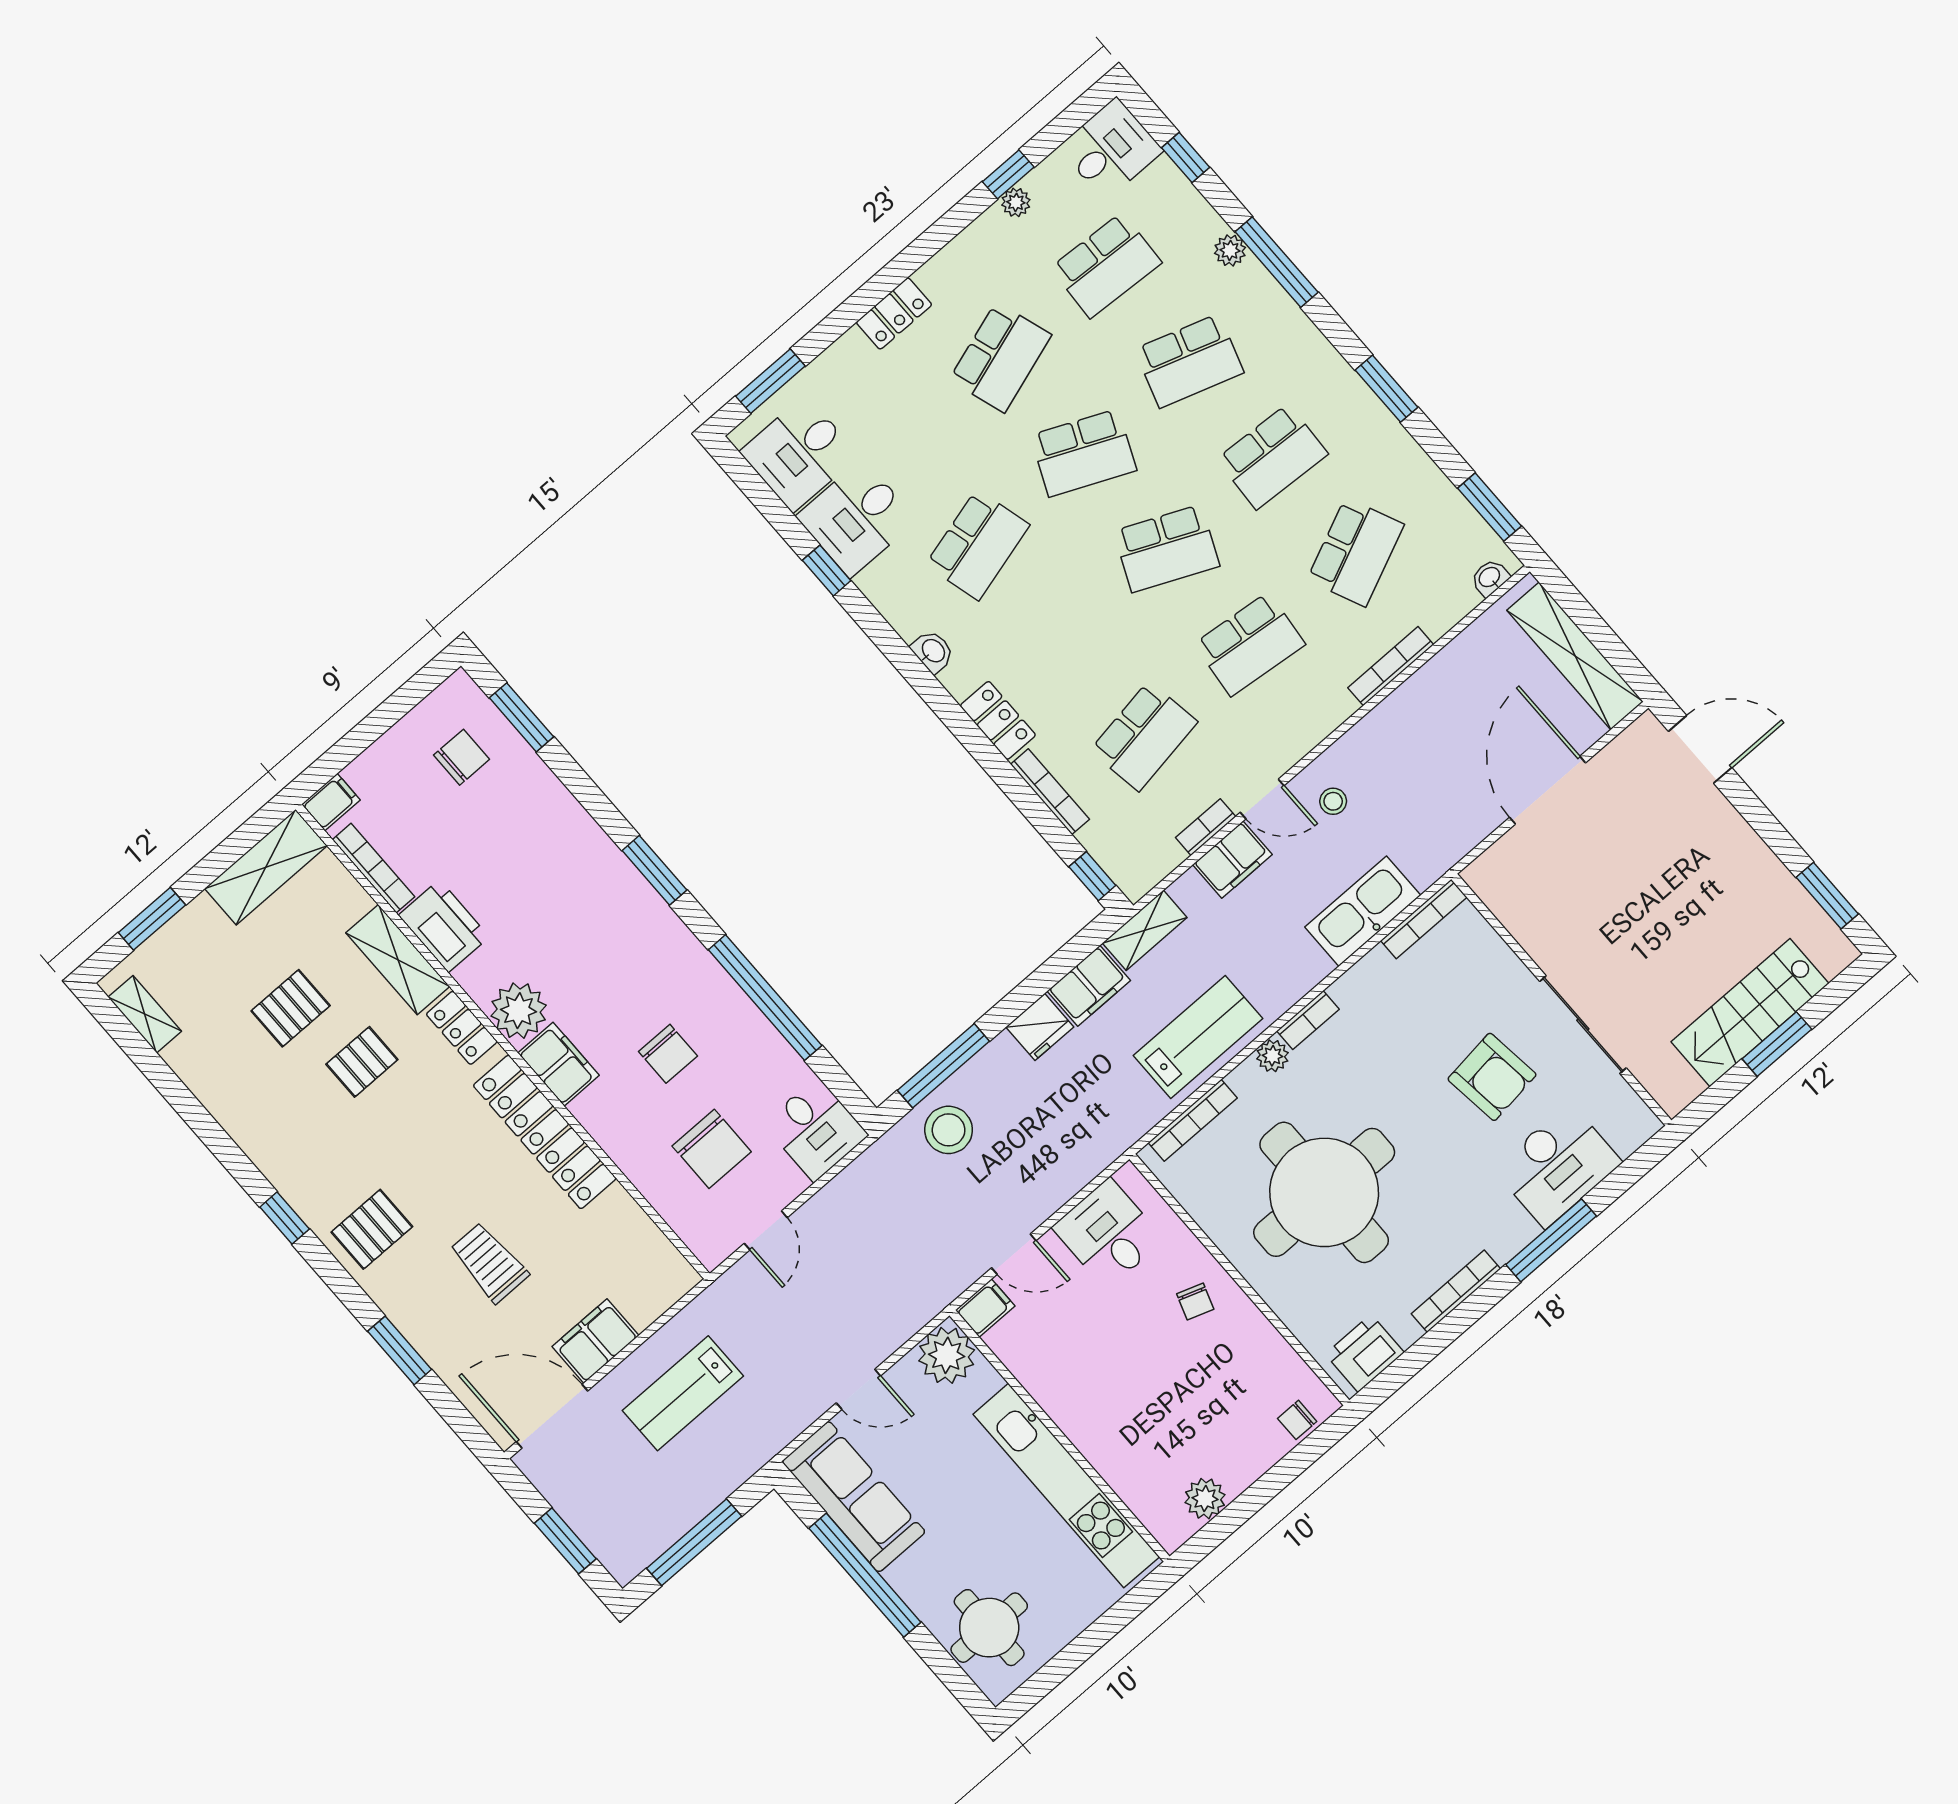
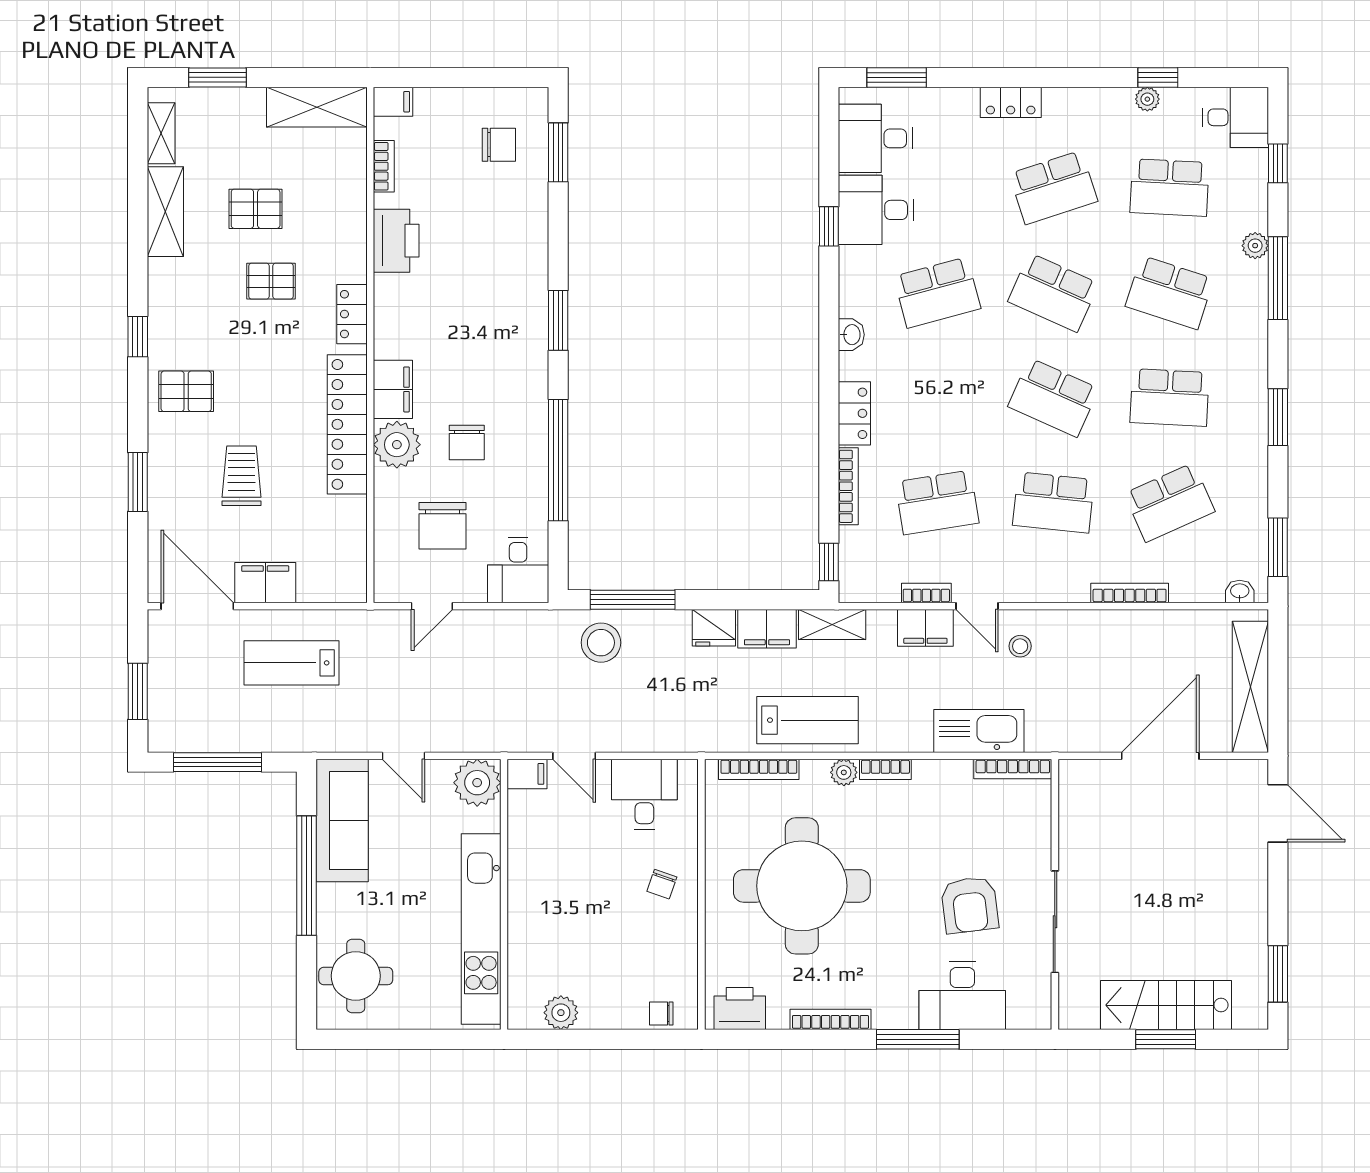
bookcase: (374, 868) -> (384, 166), width x0.64
shelving: (398, 960) -> (165, 212), moved
plant: (519, 1011) -> (397, 445), moved

